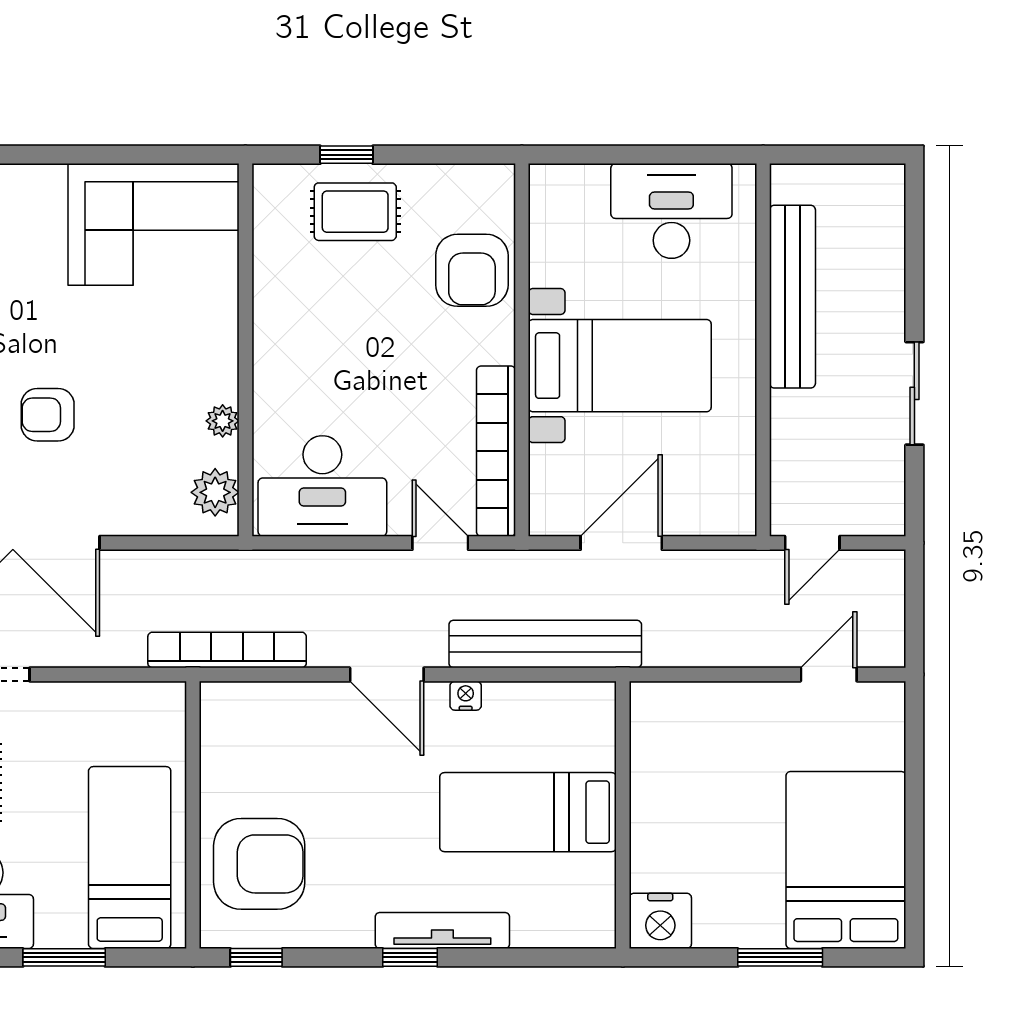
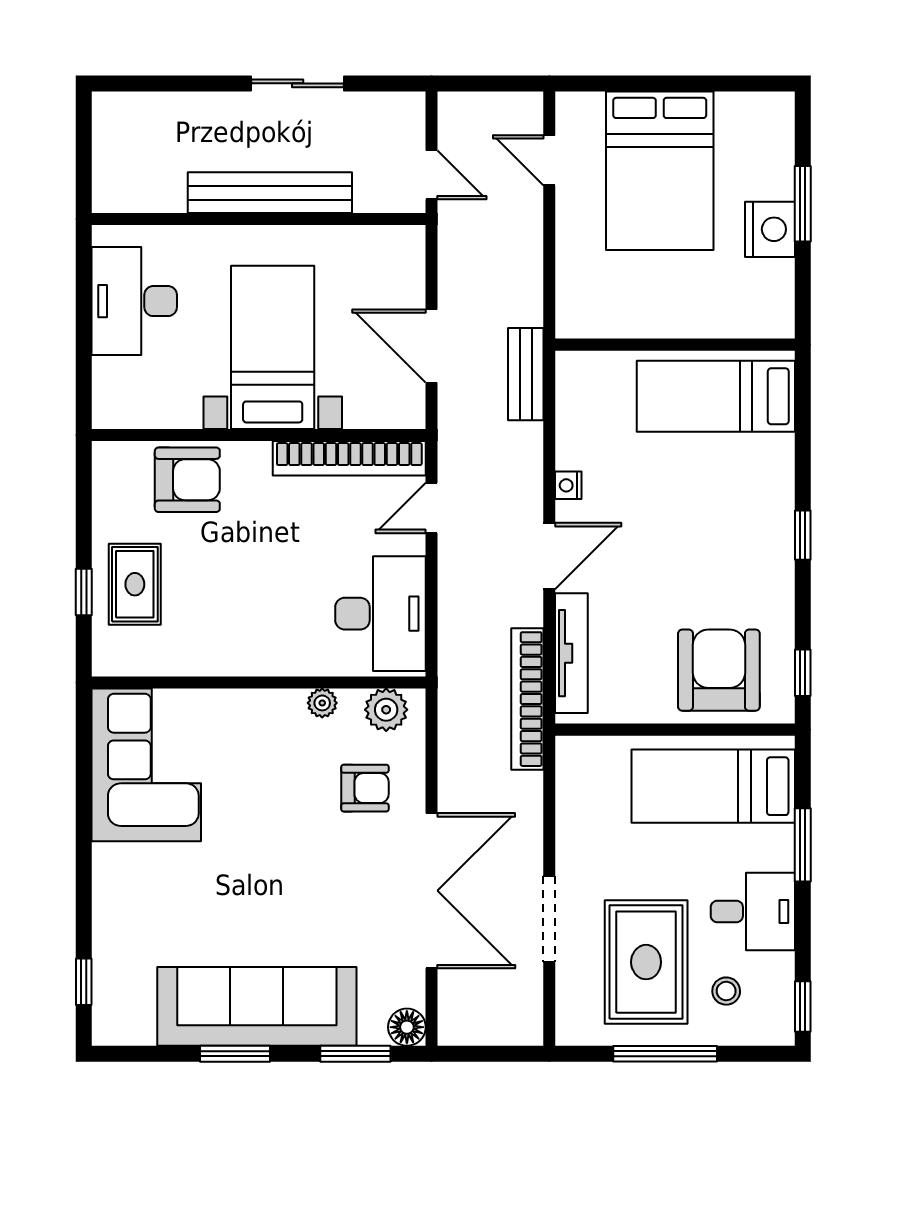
bench: (792, 297) -> (270, 193), moved
armchair: (48, 415) -> (365, 788), moved, turned -90
bench: (545, 644) -> (526, 374), width x0.54, depth x0.82
bed: (528, 812) -> (716, 396), moved, turned 90
bed: (846, 860) -> (660, 171), moved, turned -90
nightstand: (660, 921) -> (770, 229), moved
tv unit: (442, 931) -> (571, 653), moved, turned 180

